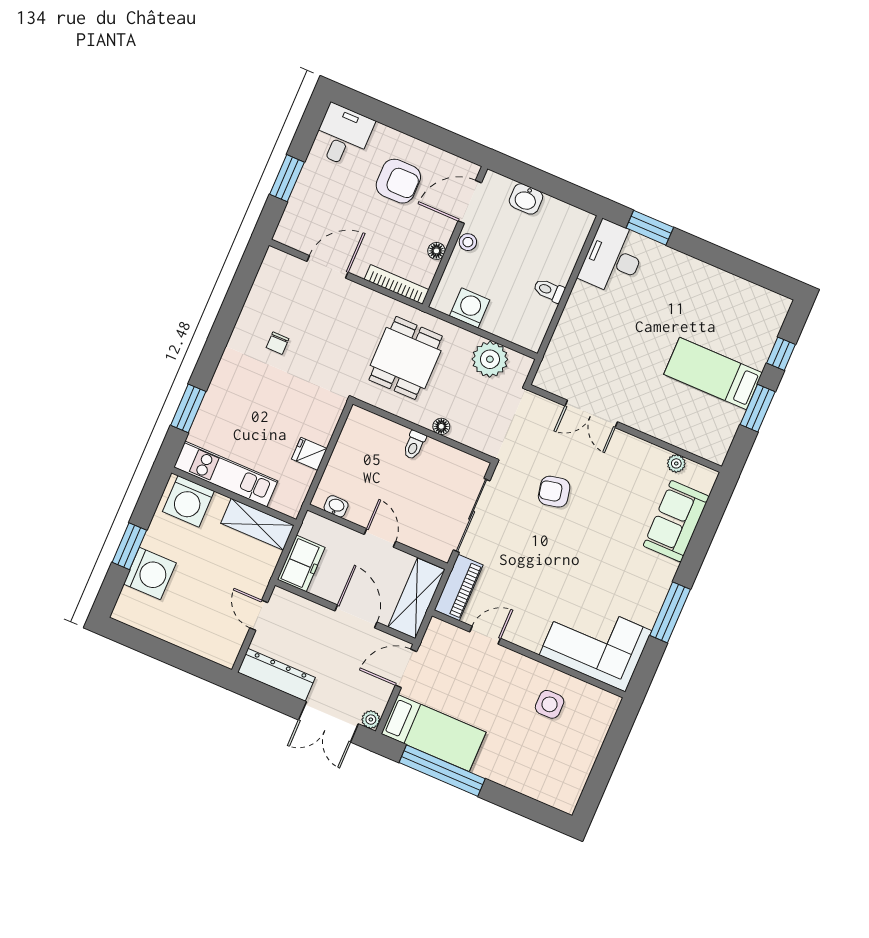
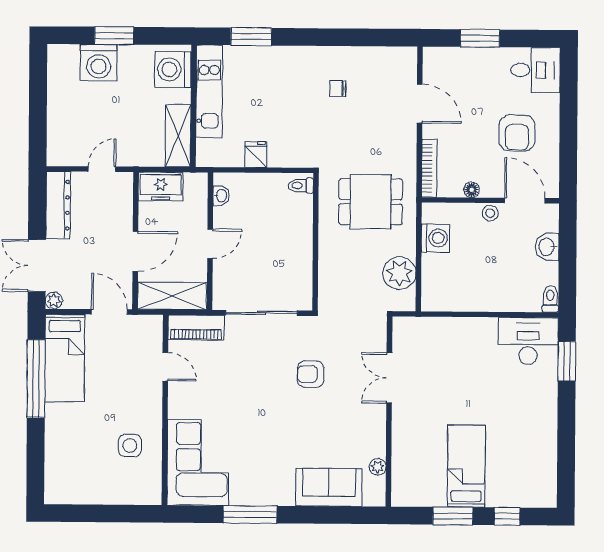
toilet: (549, 290) -> (550, 299), moved
floor lamp: (441, 426) -> (326, 256), removed
toilet: (414, 445) -> (301, 186), moved
armchair: (554, 492) -> (311, 374), turned -78

